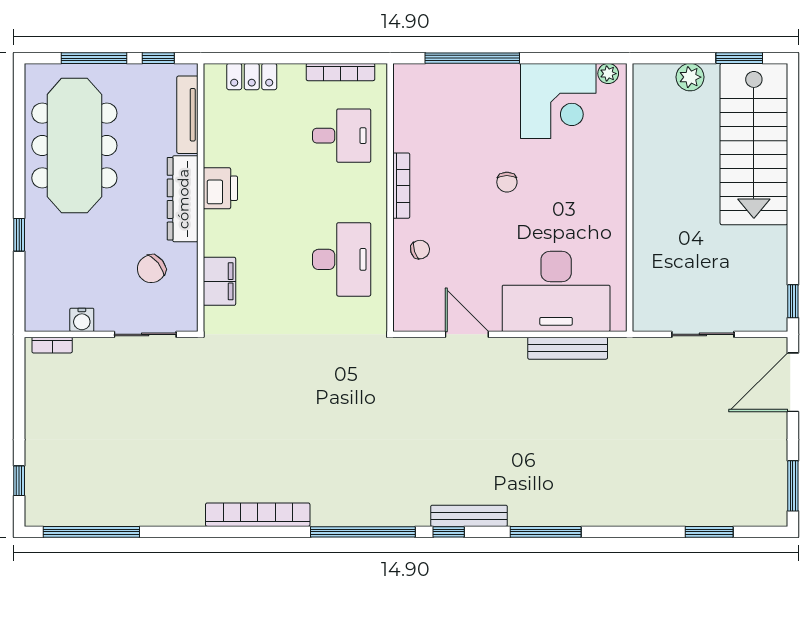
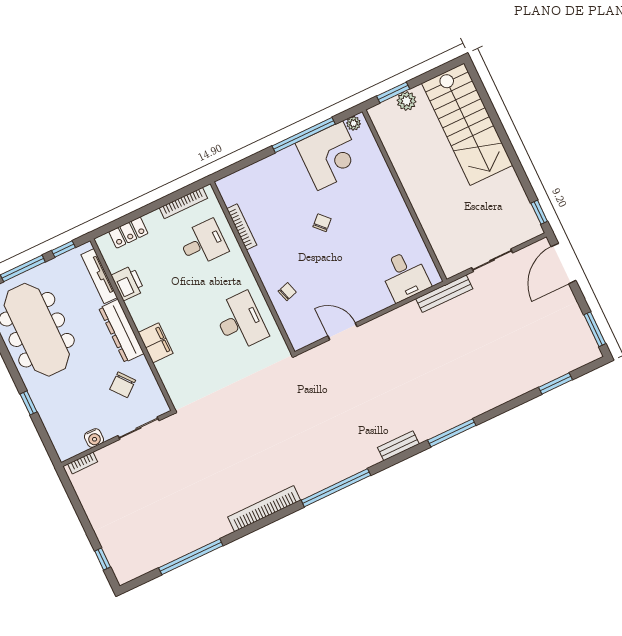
window: (472, 58) -> (304, 135), moved
window: (739, 58) -> (393, 93), moved
chair: (507, 182) -> (322, 223), turned -134
bookcase: (401, 186) -> (242, 227), moved
printer: (220, 188) -> (128, 283), moved
filing cabinet: (219, 281) -> (156, 343), moved
desk: (556, 291) -> (405, 276), width x0.53, depth x0.77
bench: (568, 348) -> (444, 294), moved
bench: (469, 516) -> (398, 446), width x0.73
window: (91, 532) -> (191, 557), moved
window: (449, 532) -> (390, 462), removed

